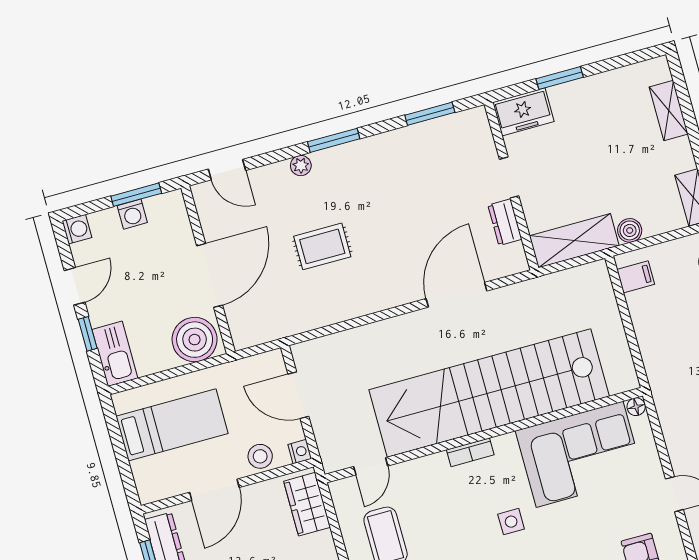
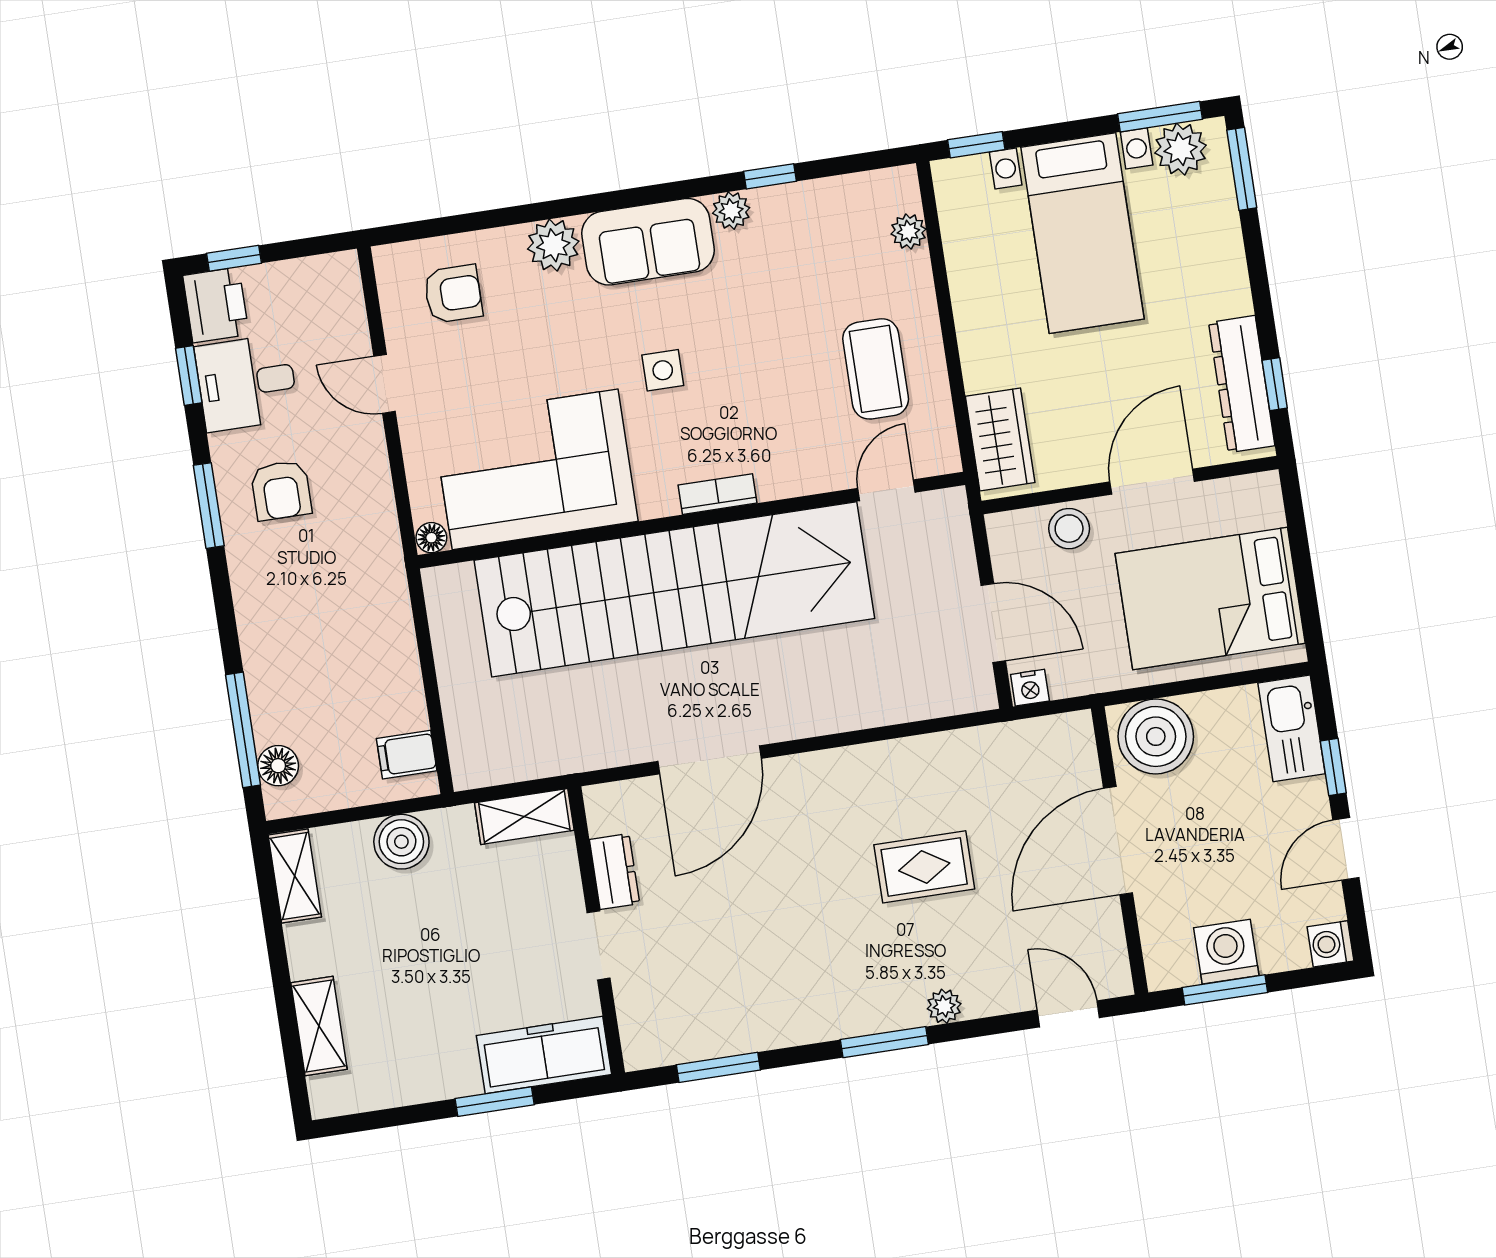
freezer: (523, 112) -> (544, 1055), width x1.40
washing machine: (132, 214) -> (1226, 952), width x1.38, depth x1.38
boiler: (630, 230) -> (401, 842), width x1.36, depth x1.36
shelving: (574, 241) -> (524, 817), width x0.67, depth x0.75
bed: (172, 425) -> (1210, 598), width x1.50
nightstand: (300, 452) -> (1030, 688), moved, turned -90

